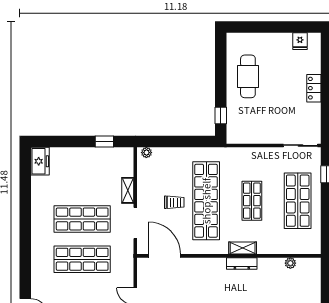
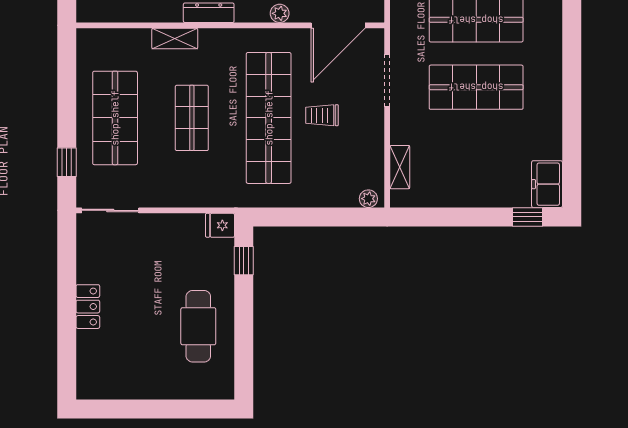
fridge: (300, 41) -> (220, 225), moved, turned -90
window: (104, 142) -> (528, 217), moved
shelving: (128, 190) -> (400, 167), moved
shelving: (243, 248) -> (175, 39), moved
door: (165, 256) -> (338, 25), hinge flipped
plant: (290, 263) -> (280, 13), moved

